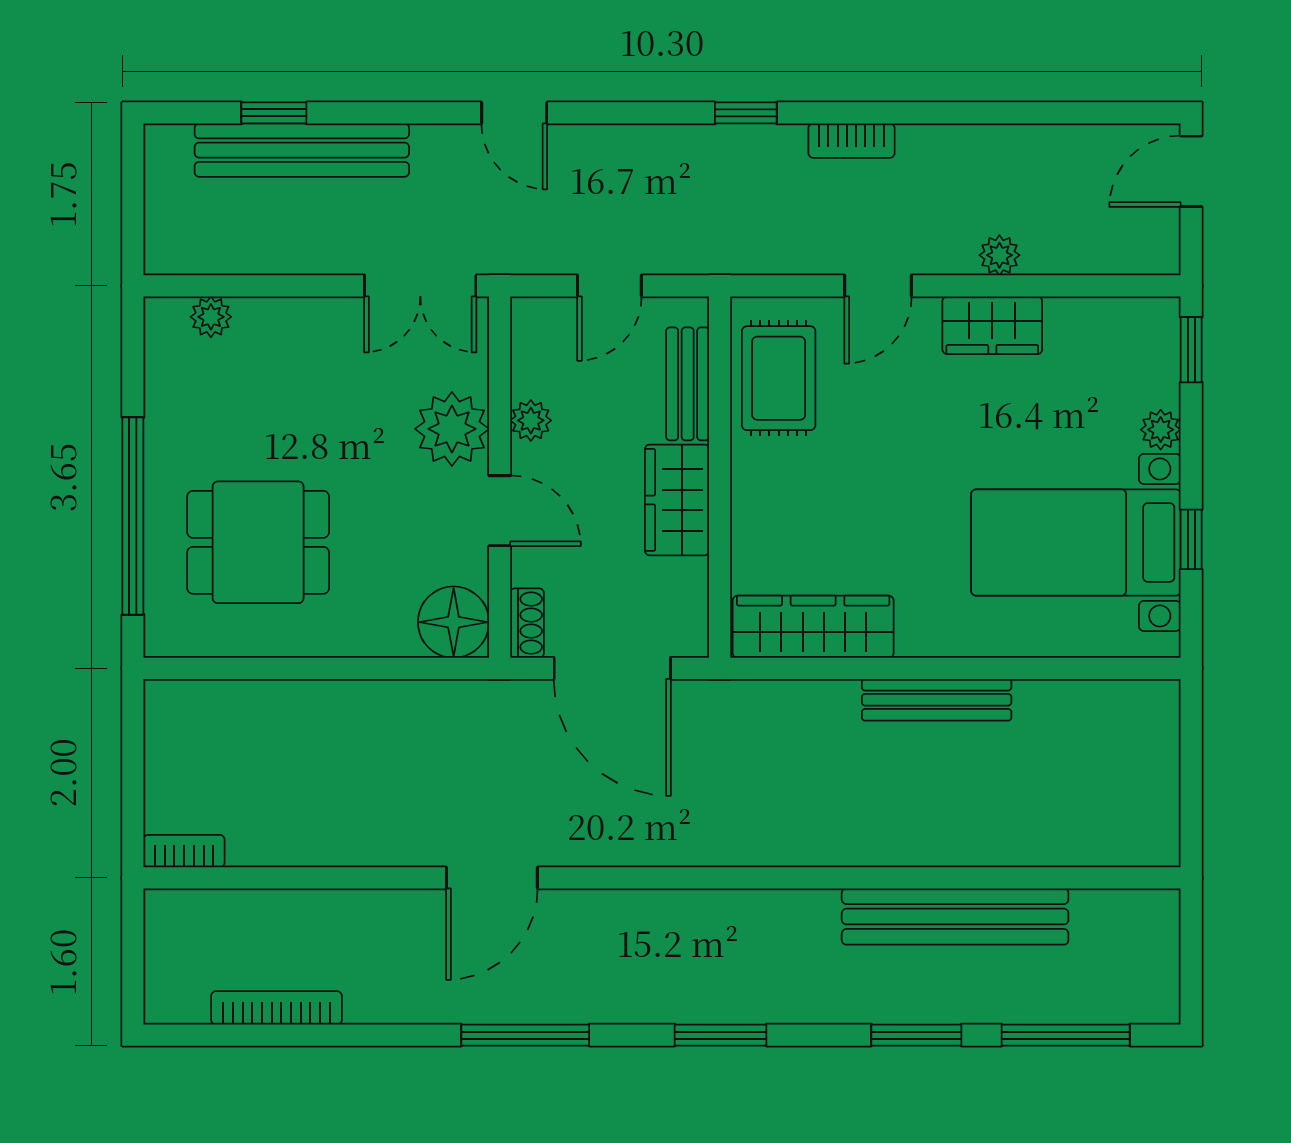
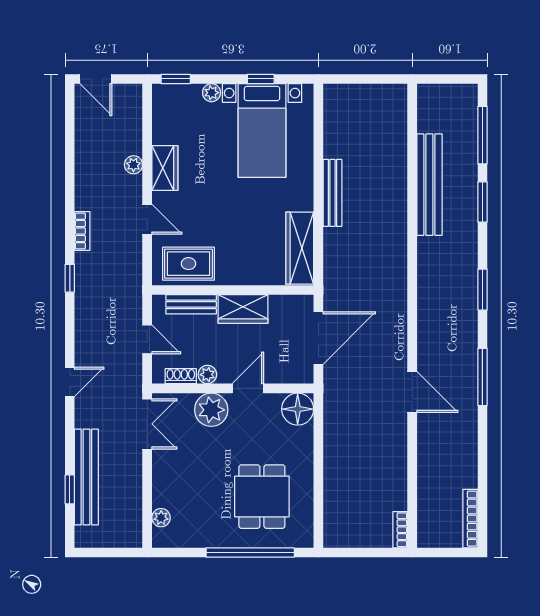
shoe rack: (527, 623) -> (181, 376), moved
bookcase: (276, 1008) -> (470, 519), moved

